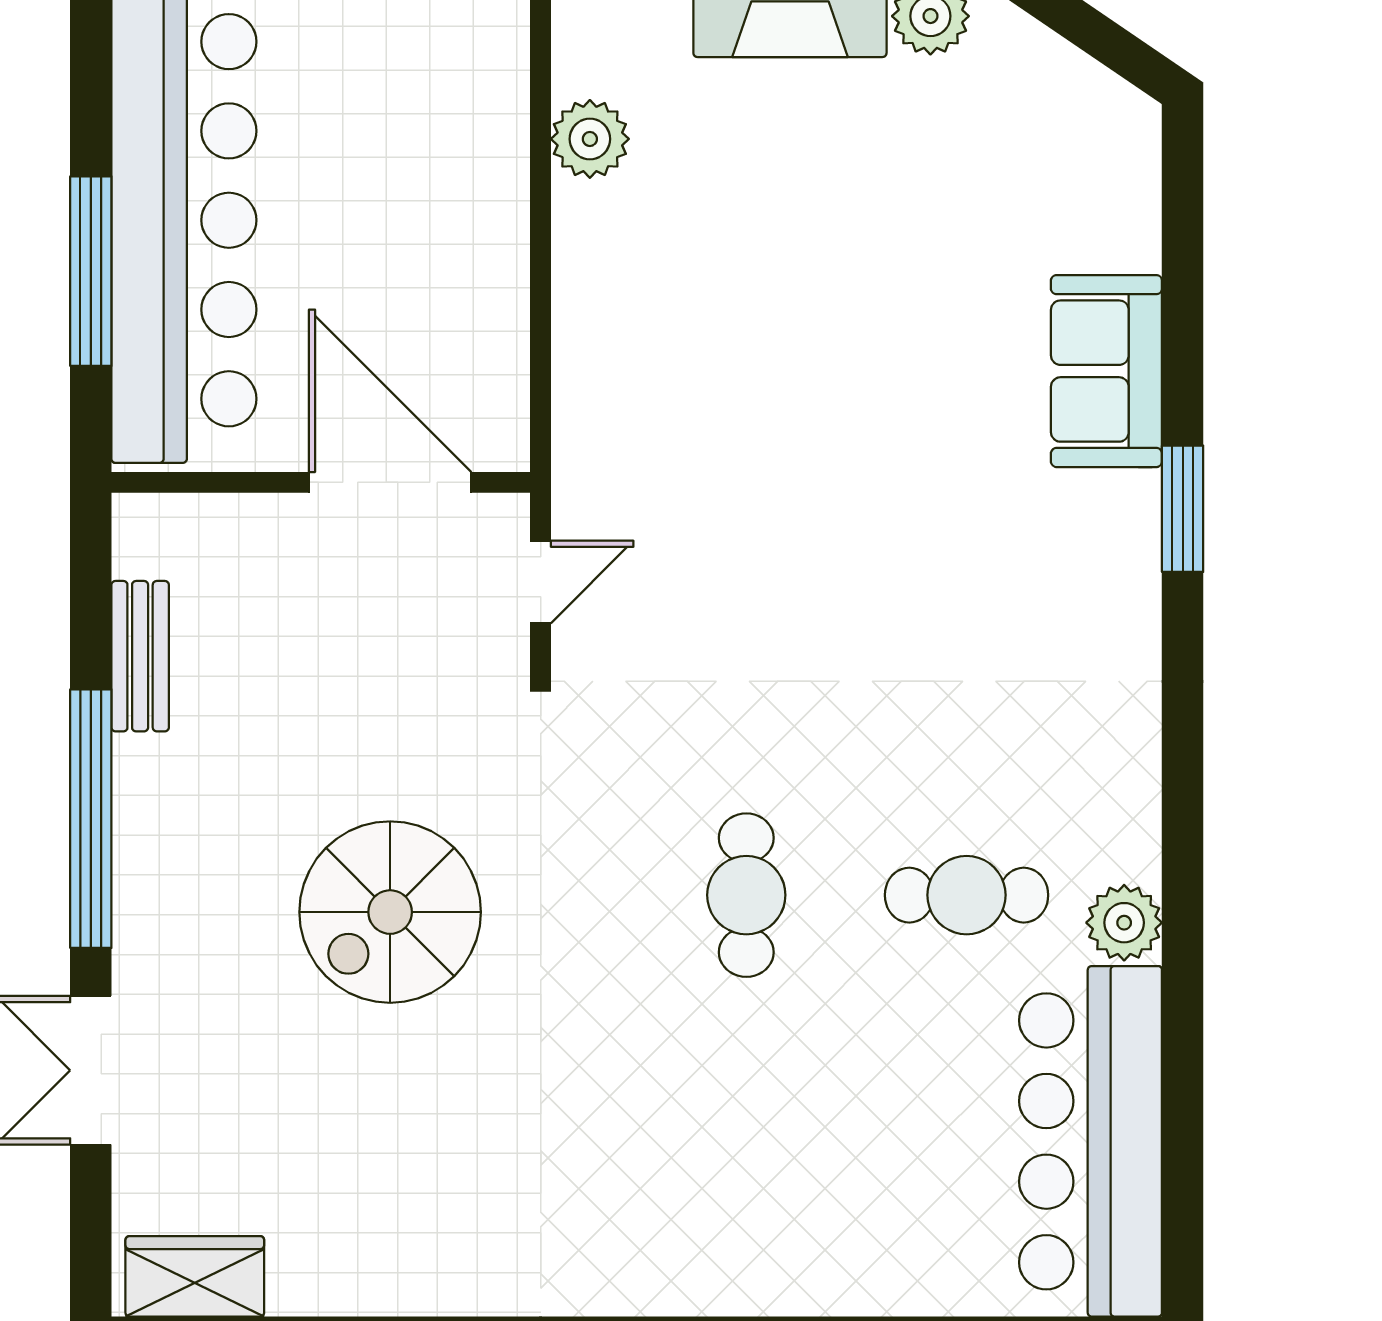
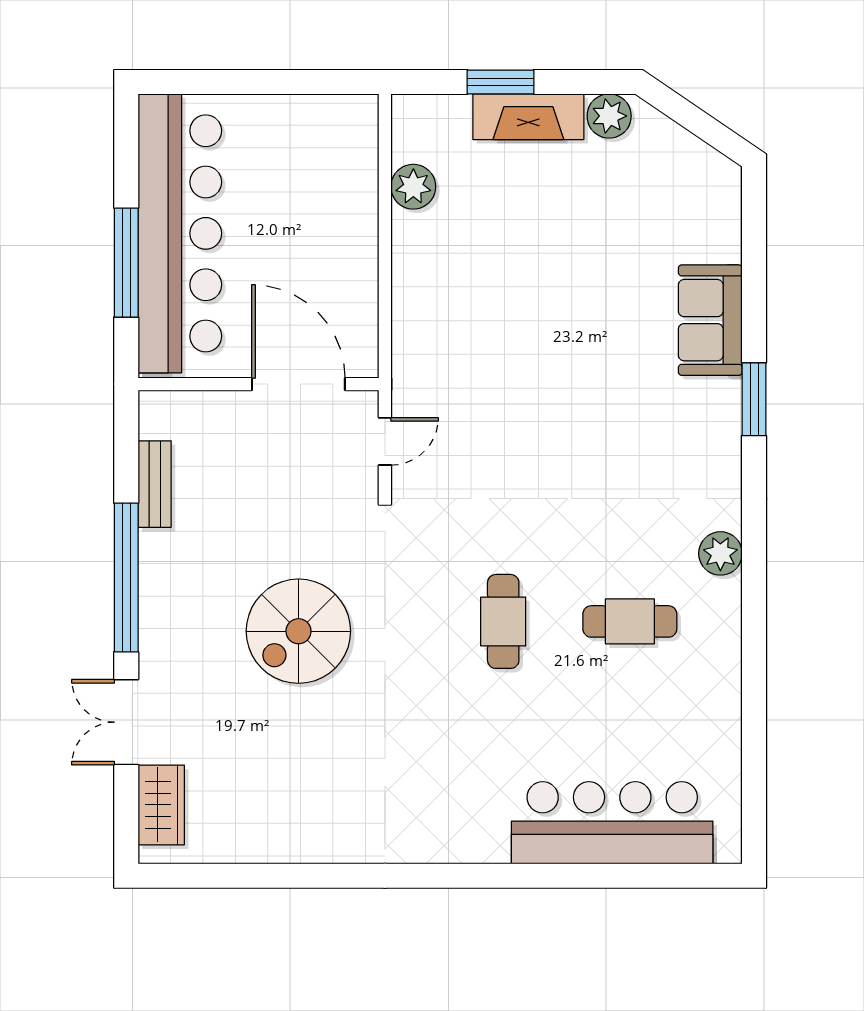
plant: (1124, 923) -> (720, 553), moved
bar counter: (1091, 1141) -> (612, 823), moved, turned 90
wardrobe: (195, 1276) -> (161, 805), moved, turned 90

